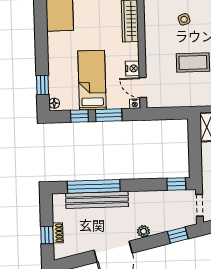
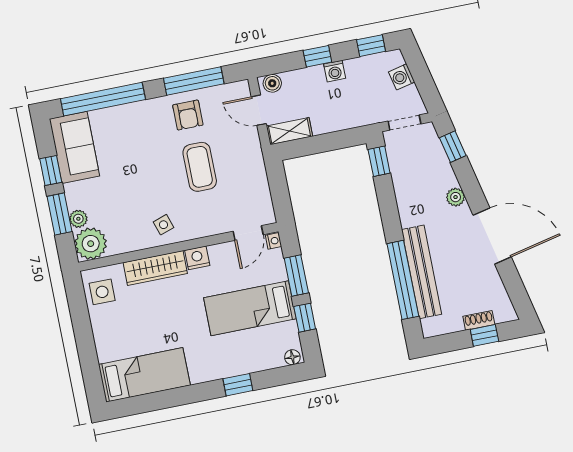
side table: (184, 19) -> (163, 225), moved
nightstand: (133, 68) -> (197, 258), moved
window: (43, 85) -> (238, 385), moved

